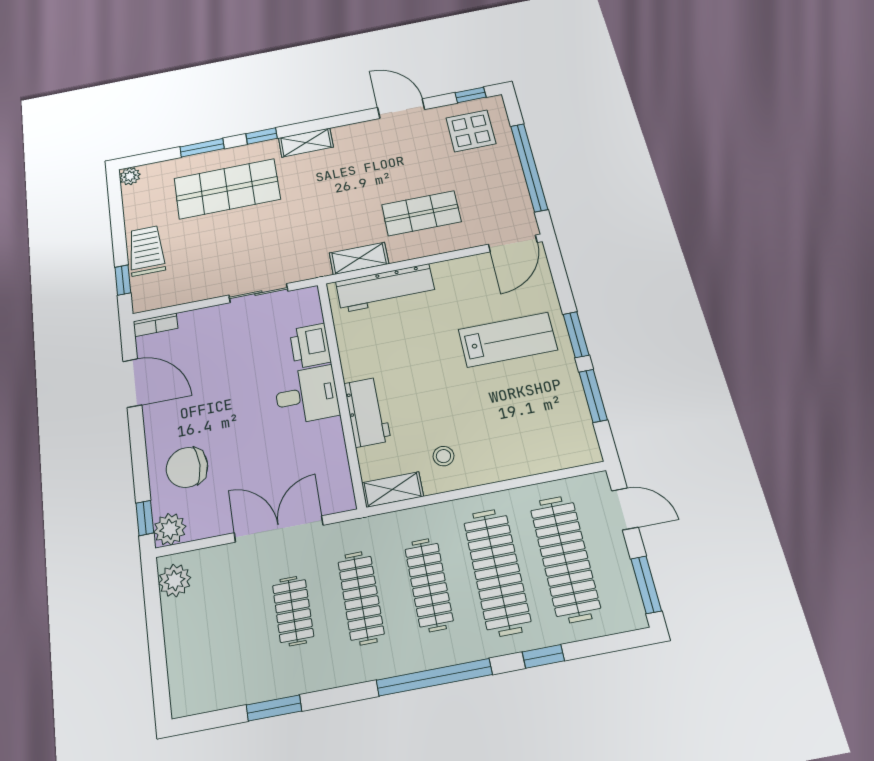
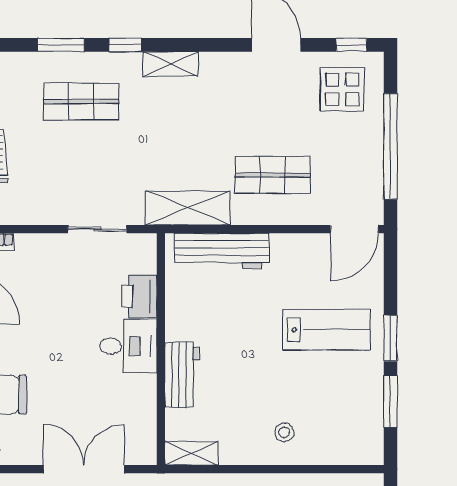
shop shelf: (227, 189) -> (81, 101), width x0.70, depth x0.74
shelving: (359, 258) -> (188, 208), width x1.50, depth x1.33
stool: (443, 456) -> (284, 432), moved

